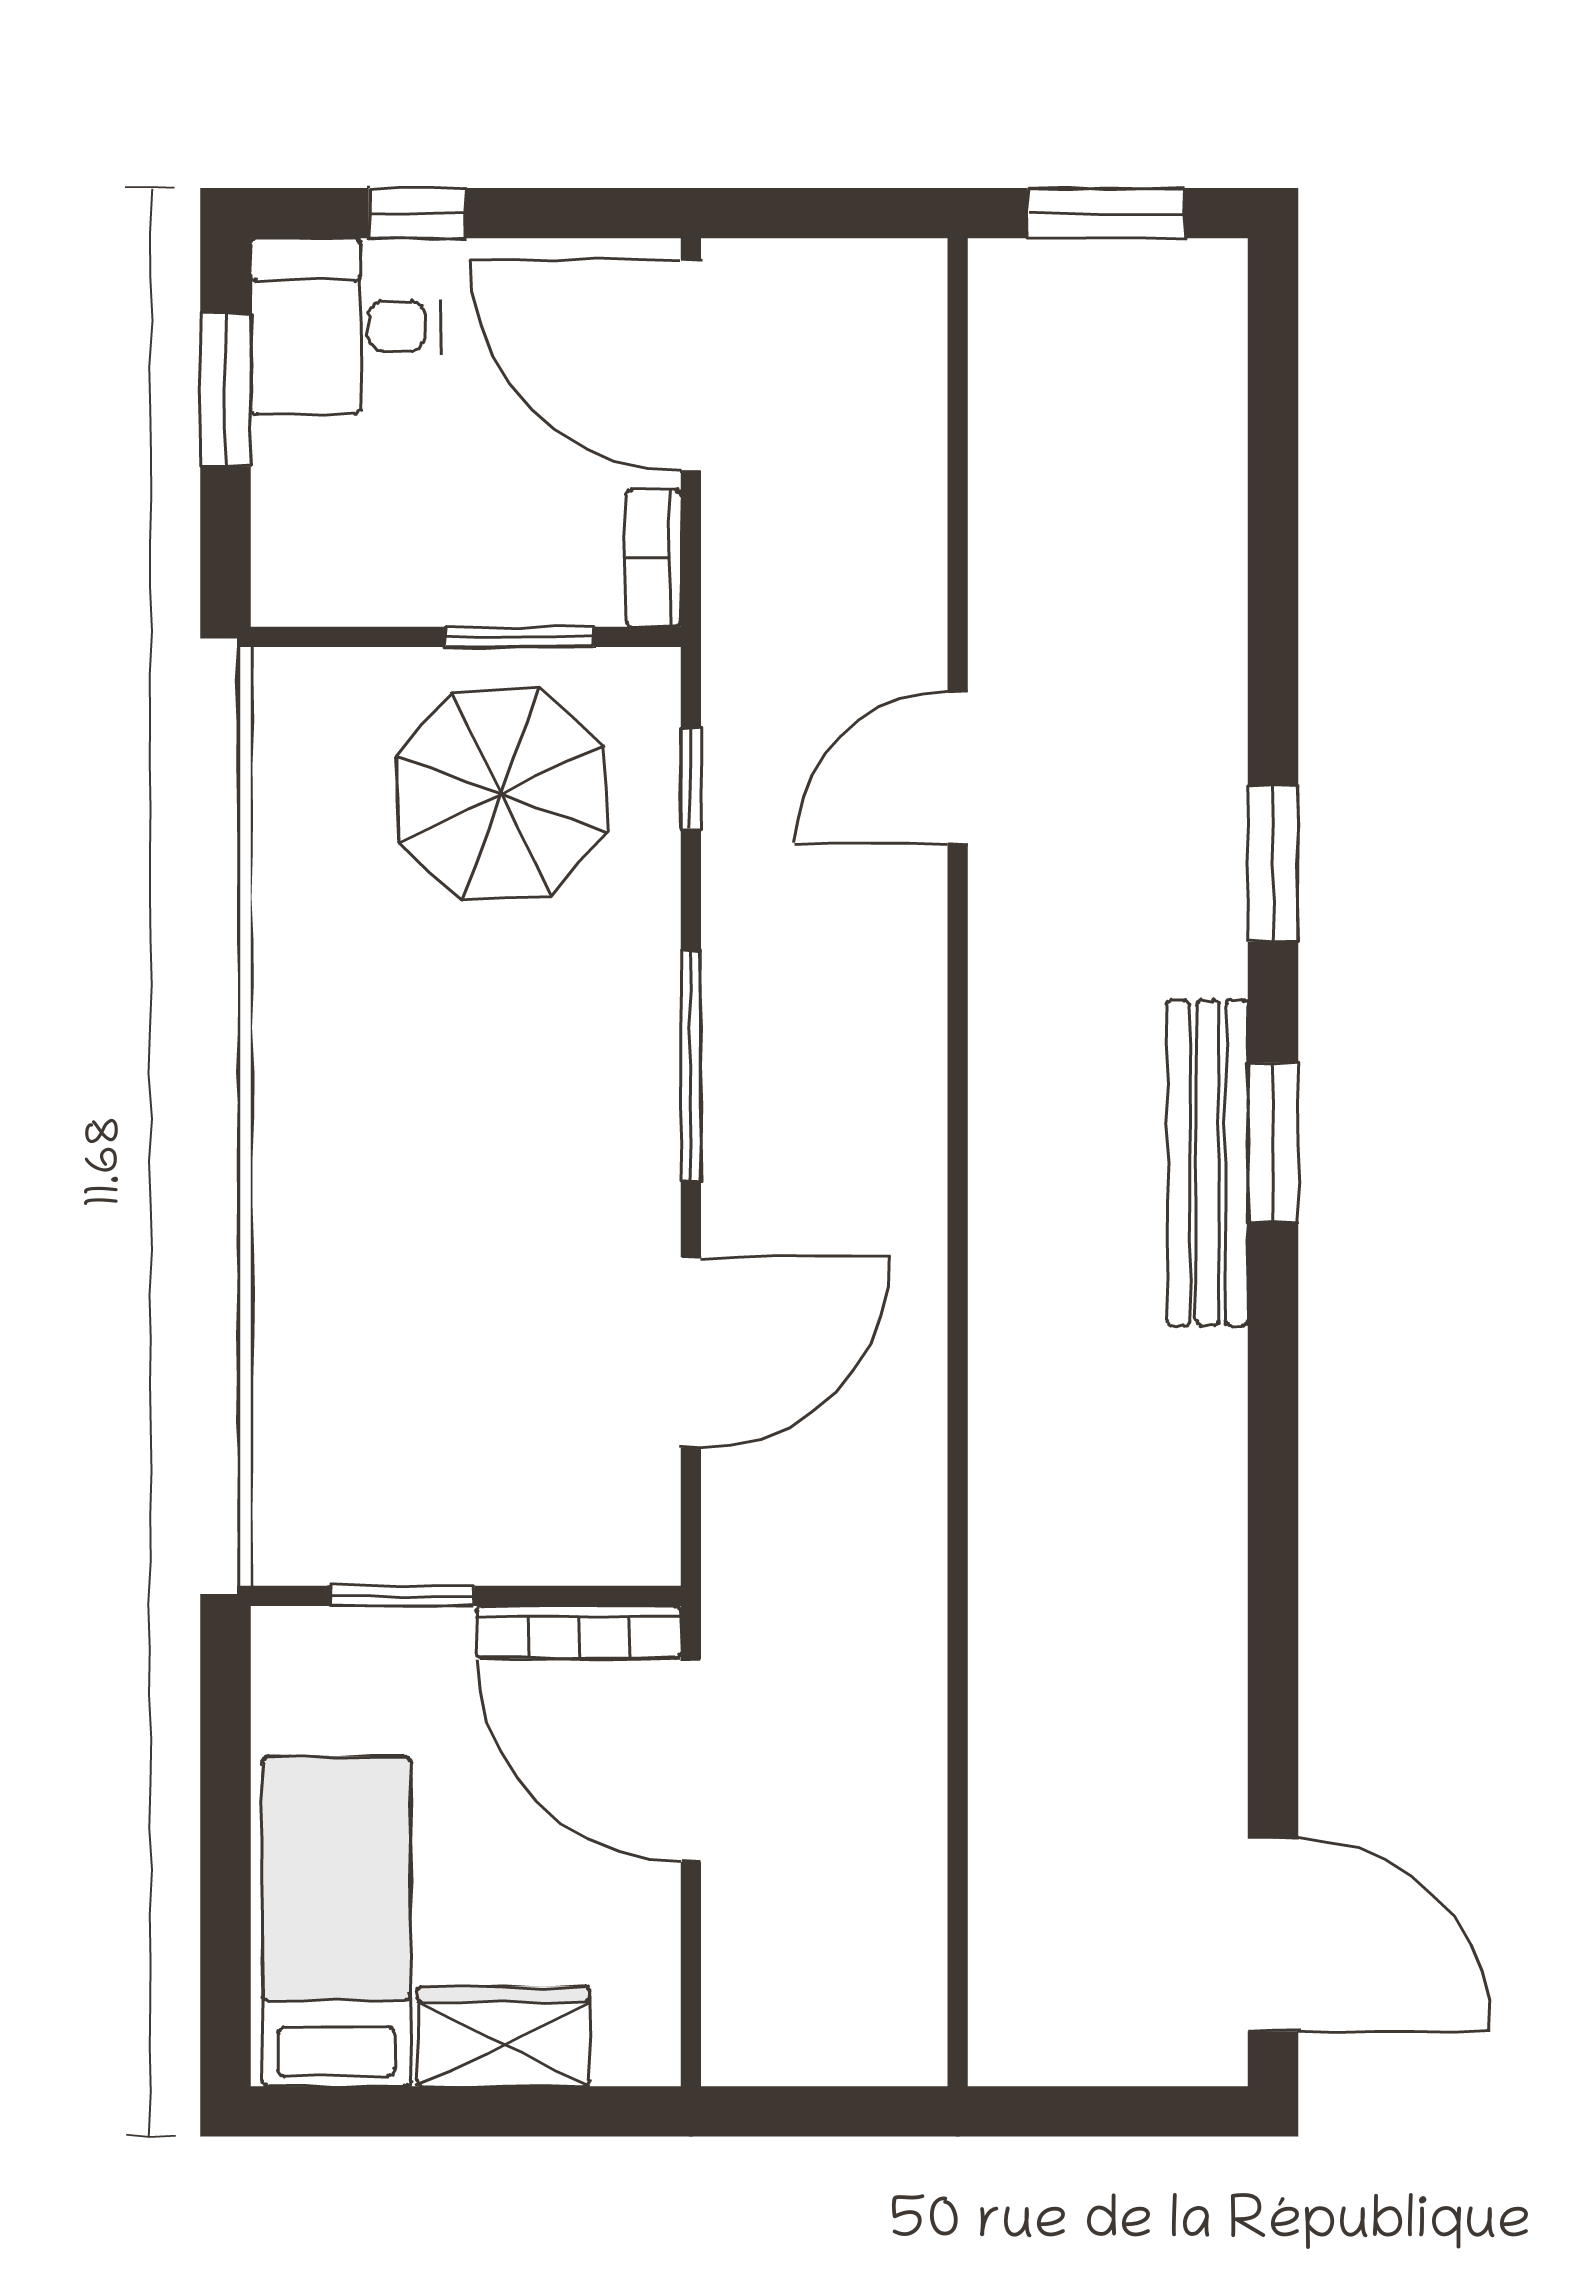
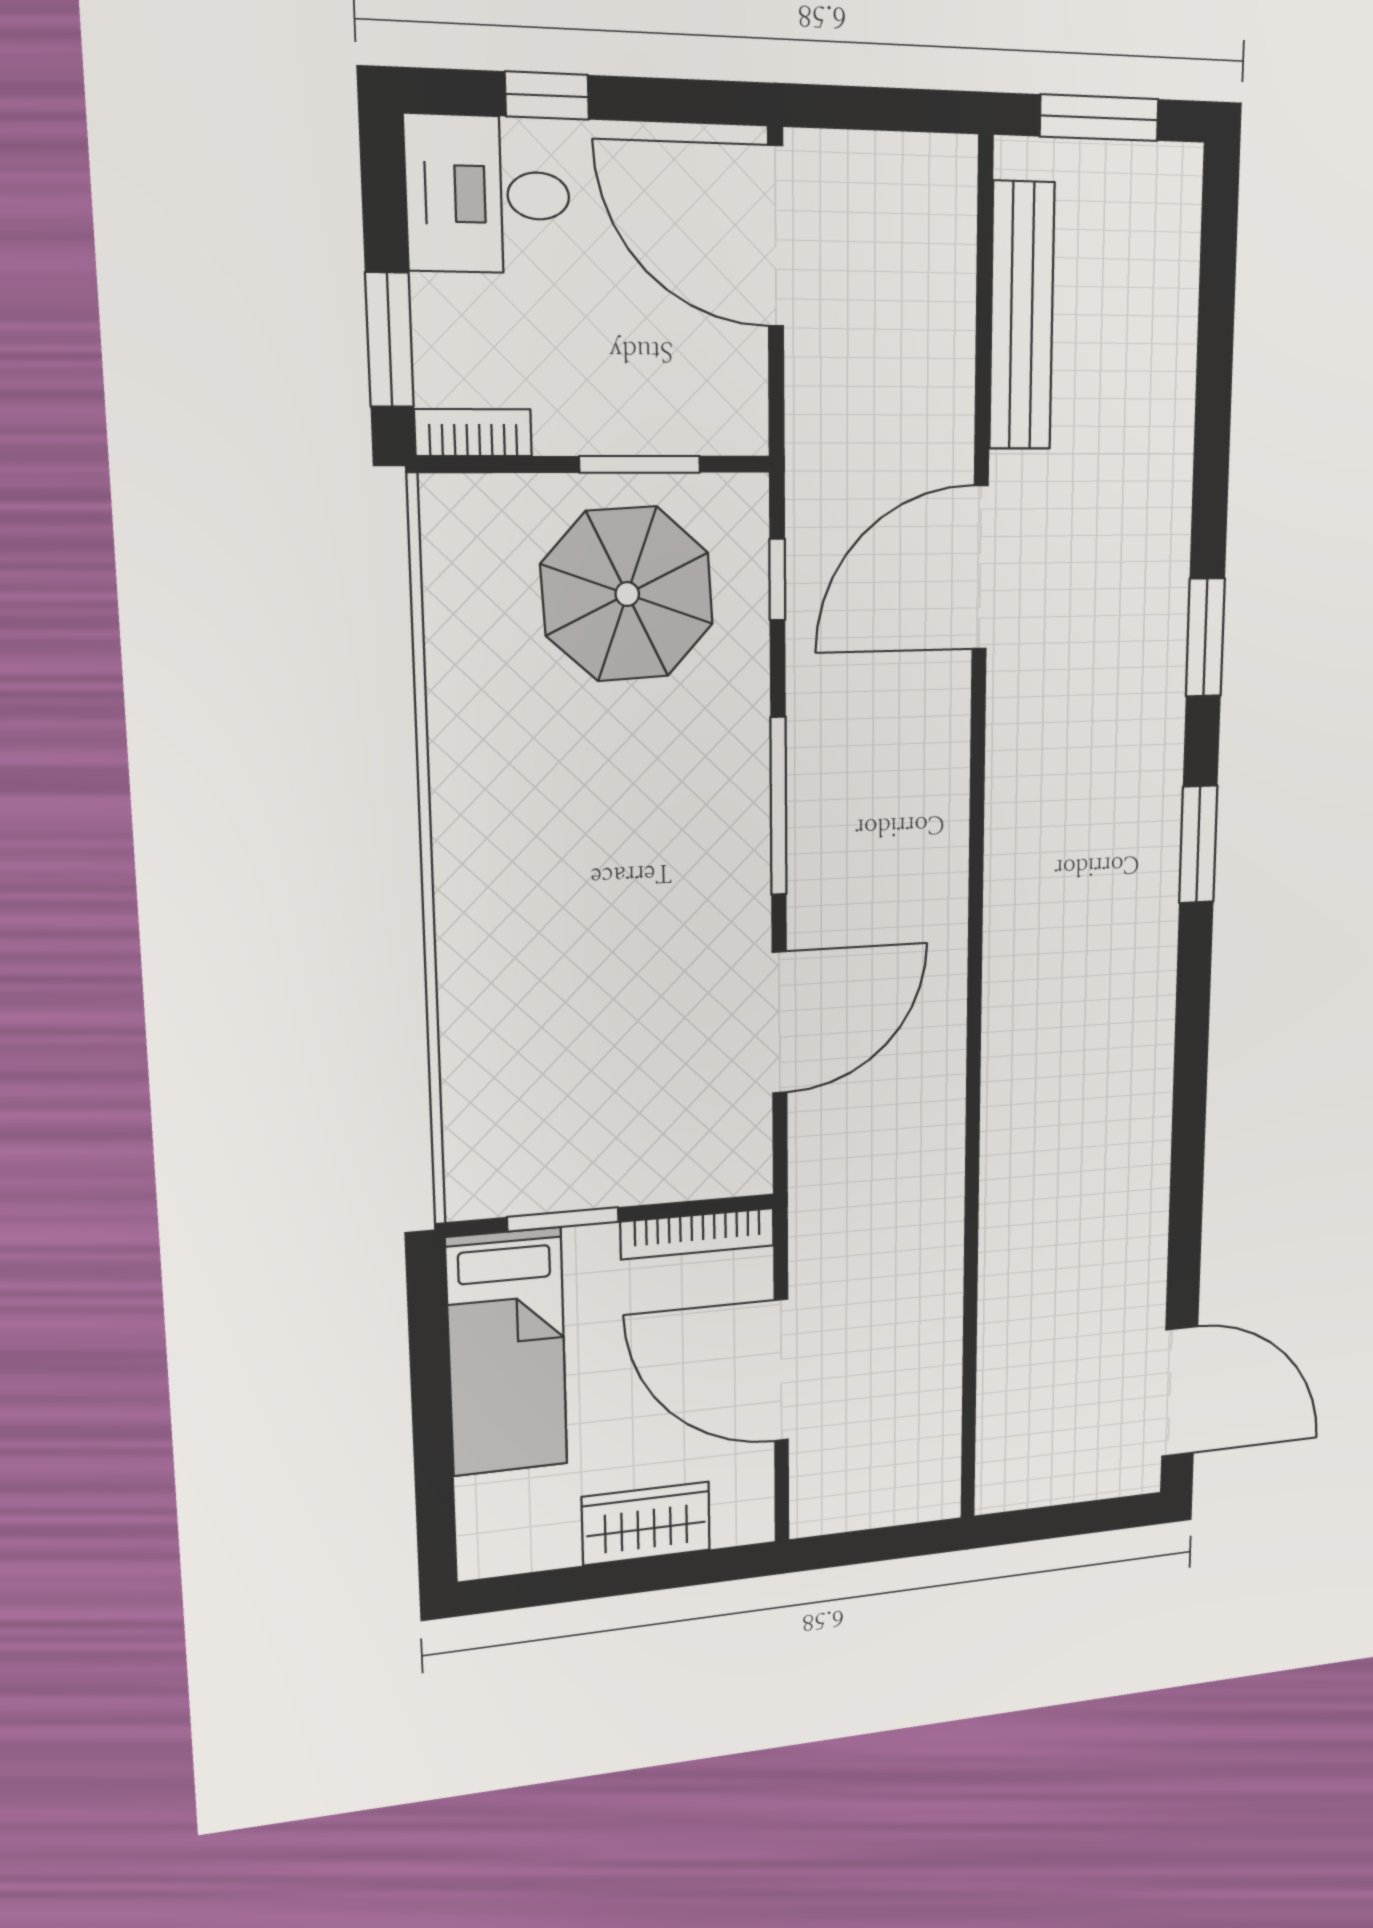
window: (225, 390) -> (390, 340), moved
bookcase: (653, 558) -> (473, 433), moved, turned 90
door: (958, 768) -> (980, 568), width x1.36
bench: (1207, 1163) -> (1022, 316), moved
door: (691, 1761) -> (781, 1370), moved
bed: (336, 1921) -> (507, 1352), moved, turned 180

